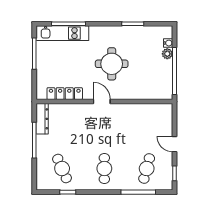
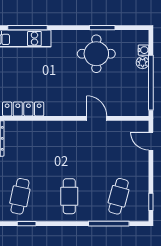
round table: (112, 64) -> (96, 54), moved
door: (102, 102) -> (97, 118), moved
door: (174, 144) -> (151, 141), moved
cafe table: (62, 169) -> (20, 196), turned 36

